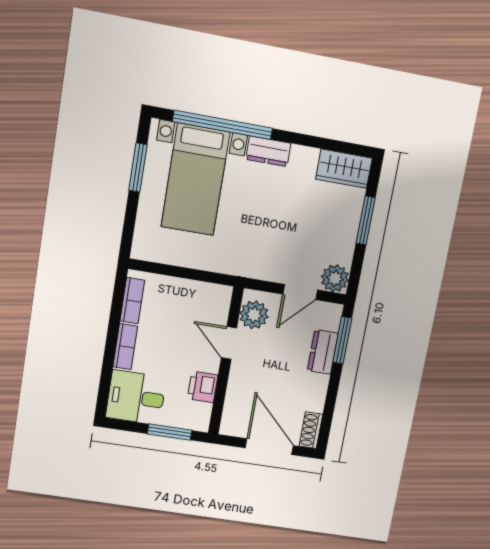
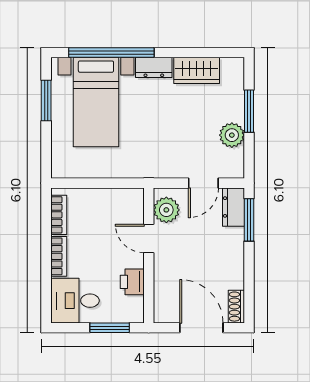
wardrobe: (344, 169) -> (197, 70), moved
plant: (335, 278) -> (232, 135), moved
dresser: (323, 352) -> (234, 207), moved

